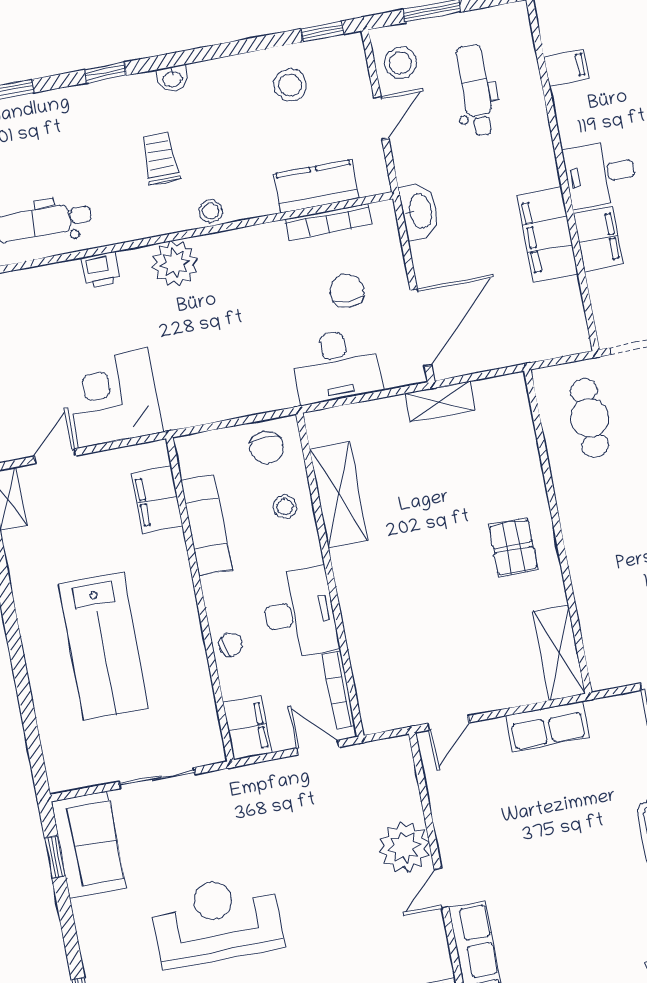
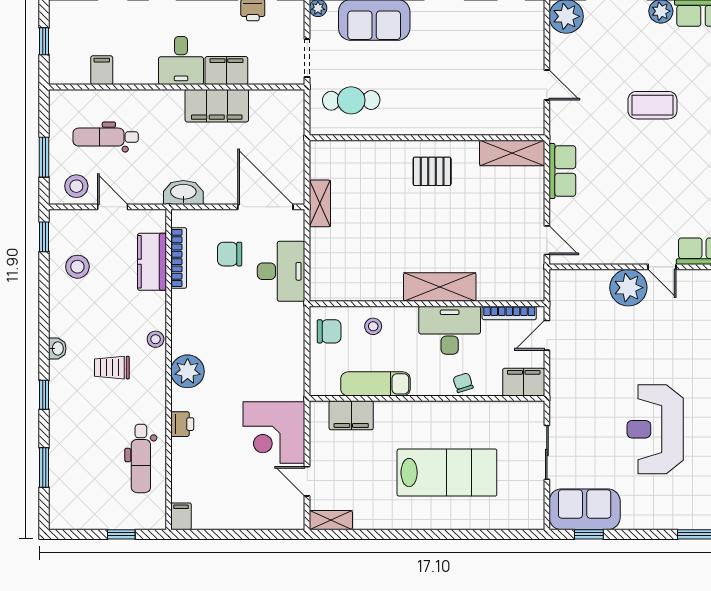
shelving: (339, 495) -> (440, 287), moved

